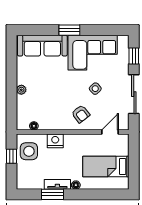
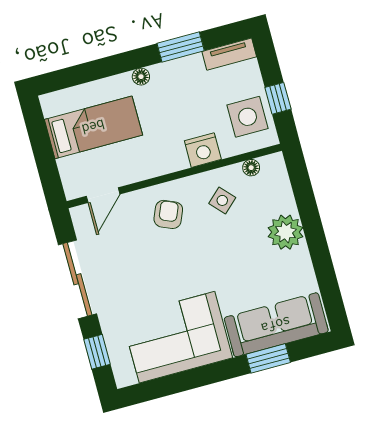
window: (69, 30) -> (268, 358), moved
side table: (95, 89) -> (222, 200), moved
plant: (21, 90) -> (285, 232), width x1.88, depth x1.88
armchair: (81, 114) -> (168, 214), turned 61
tv unit: (57, 184) -> (229, 54), moved

